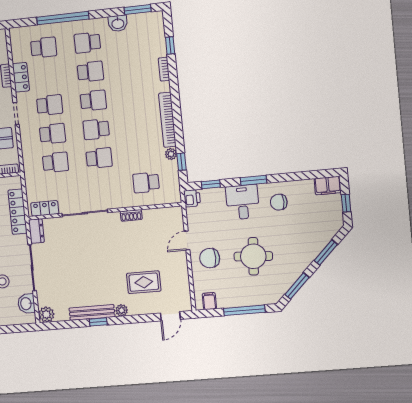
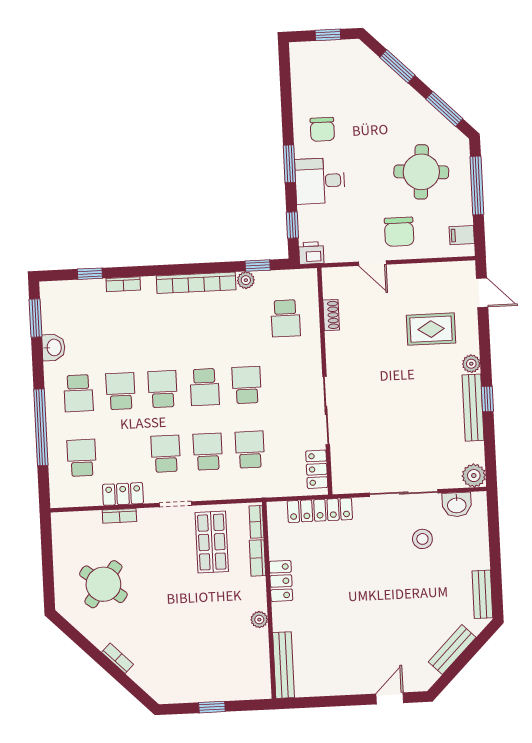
filing cabinet: (328, 186) -> (302, 60), removed
shoe rack: (131, 215) -> (331, 315), moved
dresser: (36, 231) -> (350, 483), removed
round table: (253, 256) -> (421, 172), moved
rug: (144, 282) -> (431, 329), turned 90

